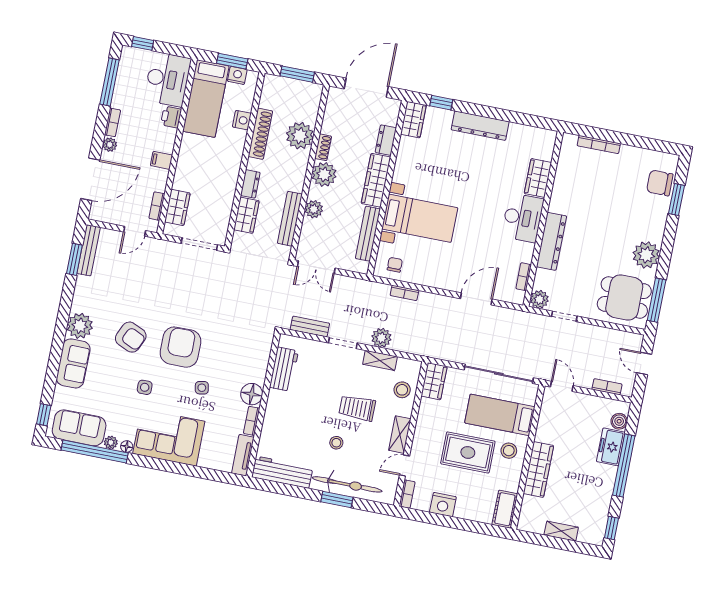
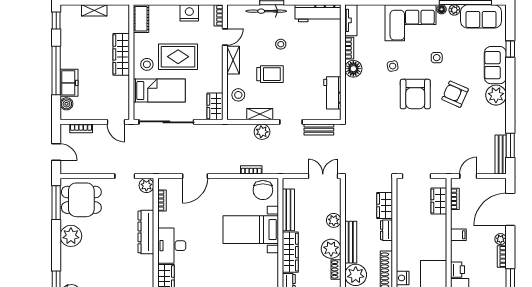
bench: (290, 219) -> (351, 242), moved
chair: (395, 265) -> (263, 190), width x1.87, depth x1.87
window: (44, 415) -> (510, 49), moved
bicycle: (347, 484) -> (266, 11), width x0.73, depth x0.71

